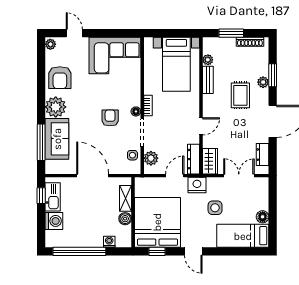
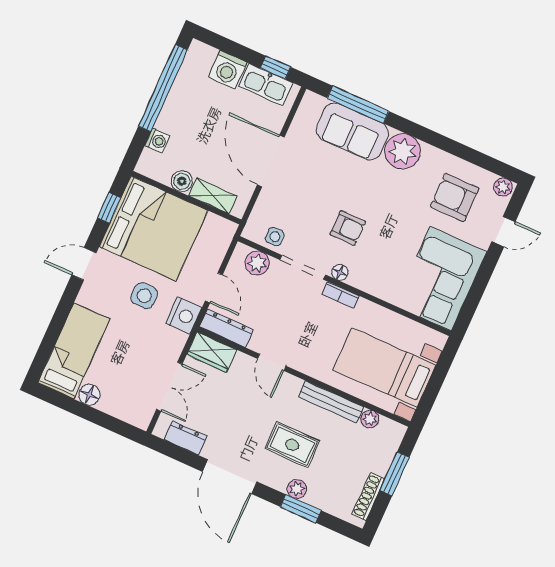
armchair: (60, 78) -> (455, 197), moved
bench: (208, 80) -> (331, 402), width x1.36
door: (93, 176) -> (271, 161), swing flipped
side table: (215, 208) -> (144, 296), moved

